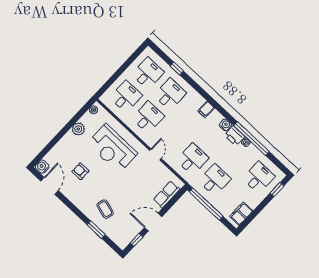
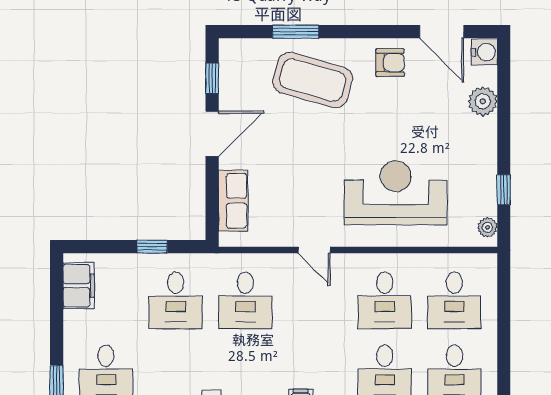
window: (77, 117) -> (504, 190), added
plant: (78, 129) -> (483, 101), moved
armchair: (80, 171) -> (390, 63), moved
window: (206, 204) -> (152, 247), width x0.32
coffee table: (105, 209) -> (313, 80), width x1.86, depth x1.72

